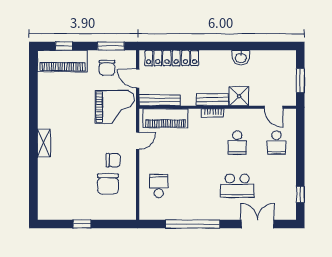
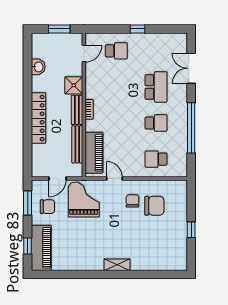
locker: (172, 58) -> (39, 118), moved
washbasin: (241, 58) -> (38, 67), moved
bench: (159, 100) -> (77, 144), moved
school desk: (237, 143) -> (156, 123), moved
window: (300, 194) -> (137, 29), moved

